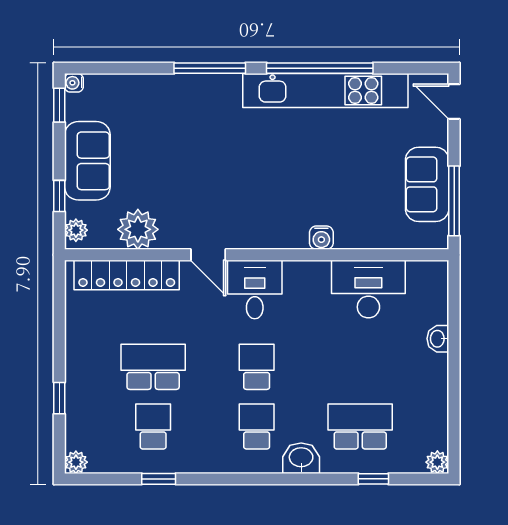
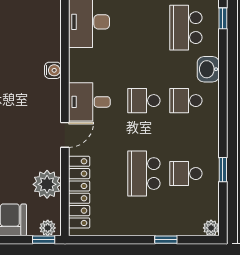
window: (59, 196) -> (44, 240), moved
water cooler: (321, 238) -> (53, 70), moved

